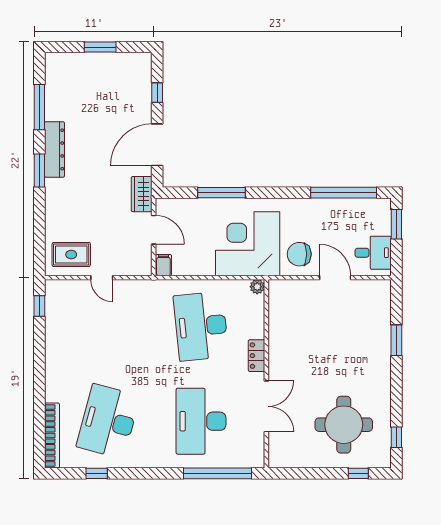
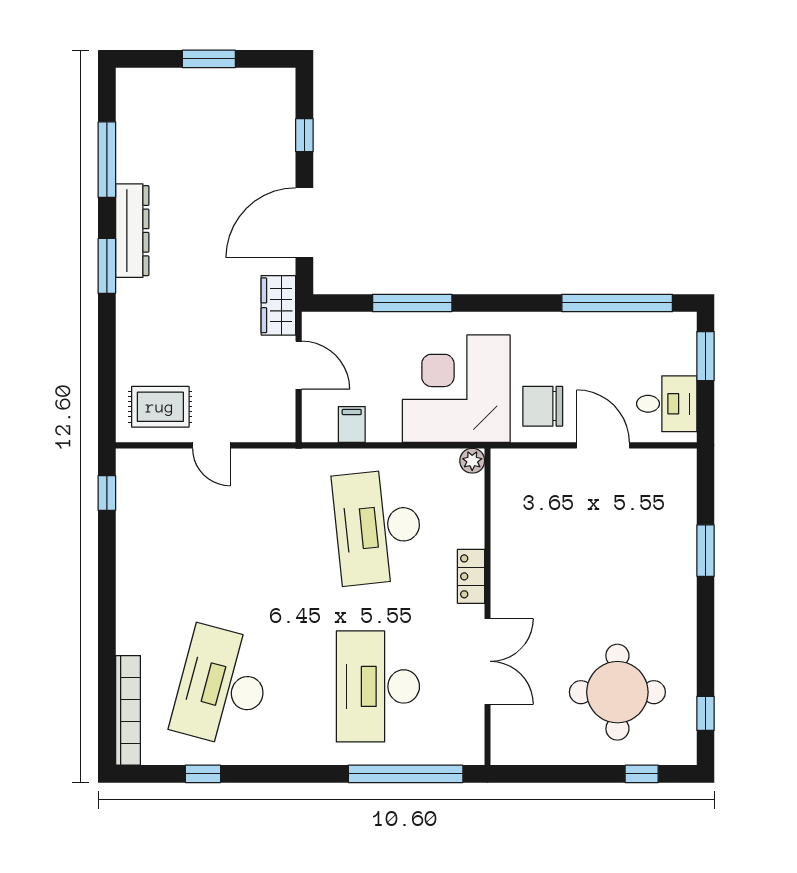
filing cabinet: (163, 265) -> (352, 425), moved

